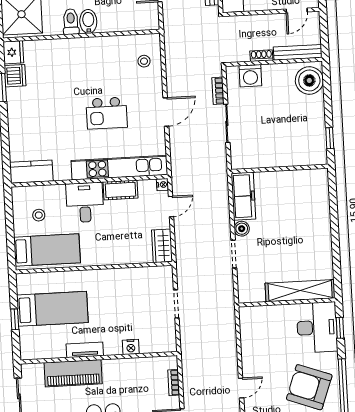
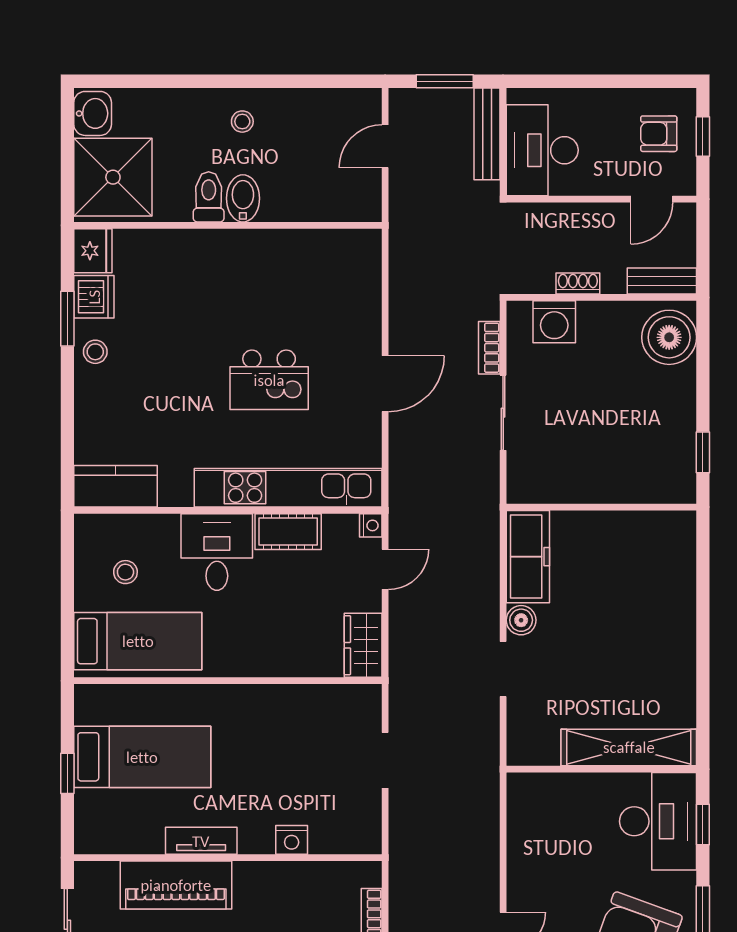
bench: (298, 52) -> (662, 281), width x0.73
stool: (144, 61) -> (95, 352), moved

